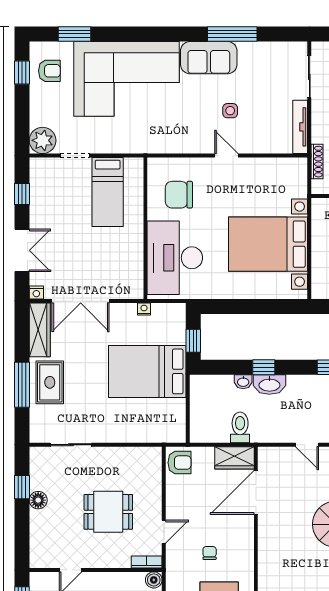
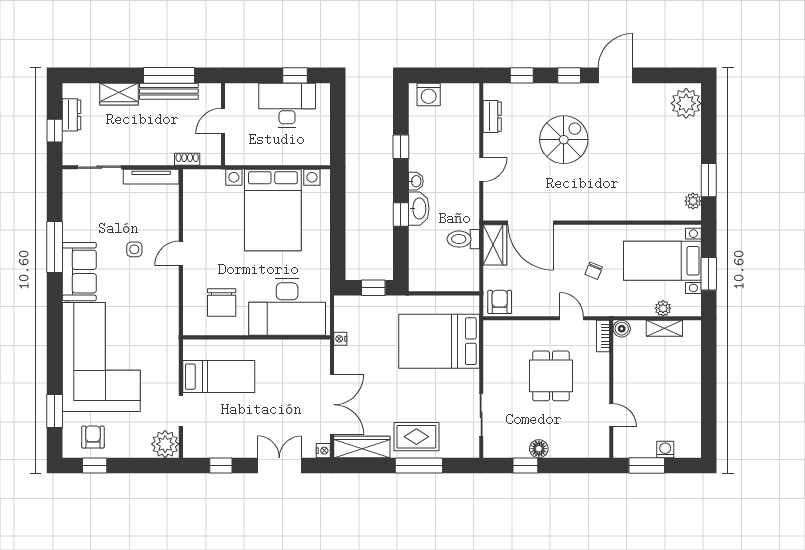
shoe rack: (317, 162) -> (187, 159), width x0.70
bed: (147, 371) -> (439, 341), moved, turned 90
washbasin: (243, 382) -> (416, 181), moved
chair: (210, 553) -> (594, 271), turned -68

